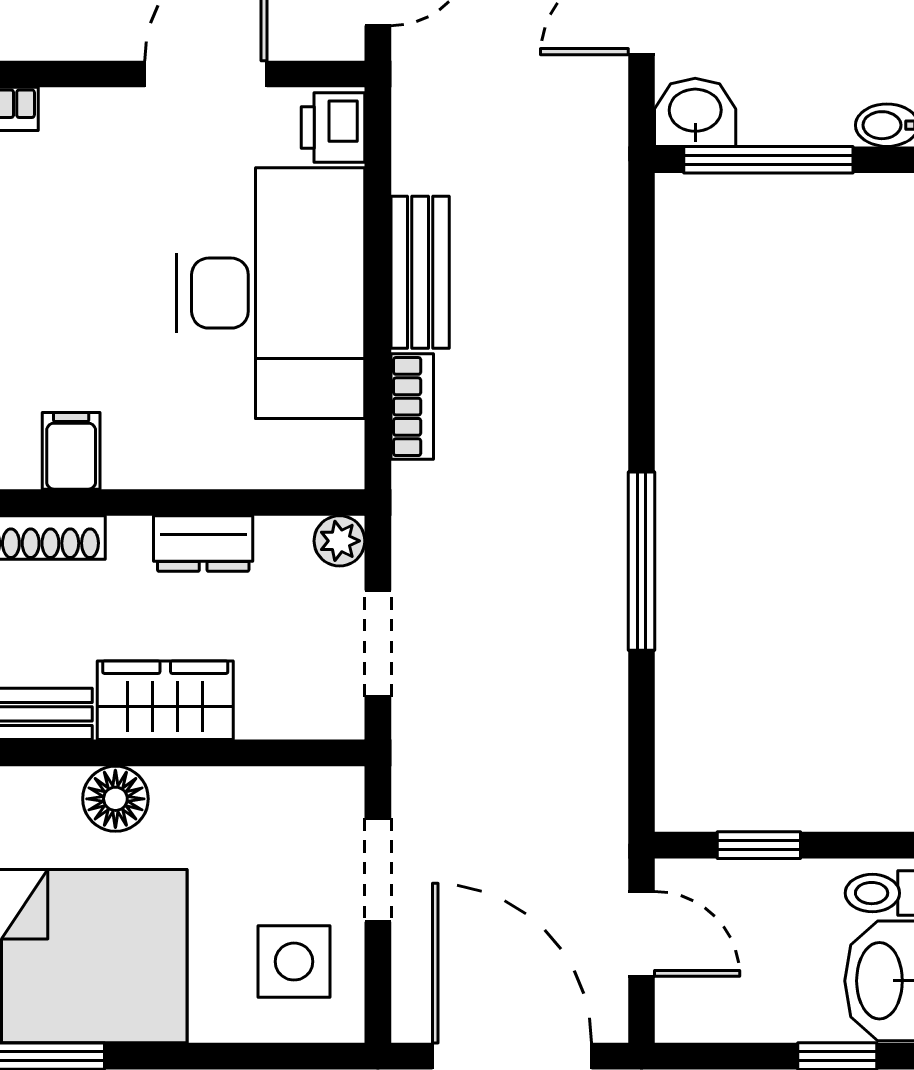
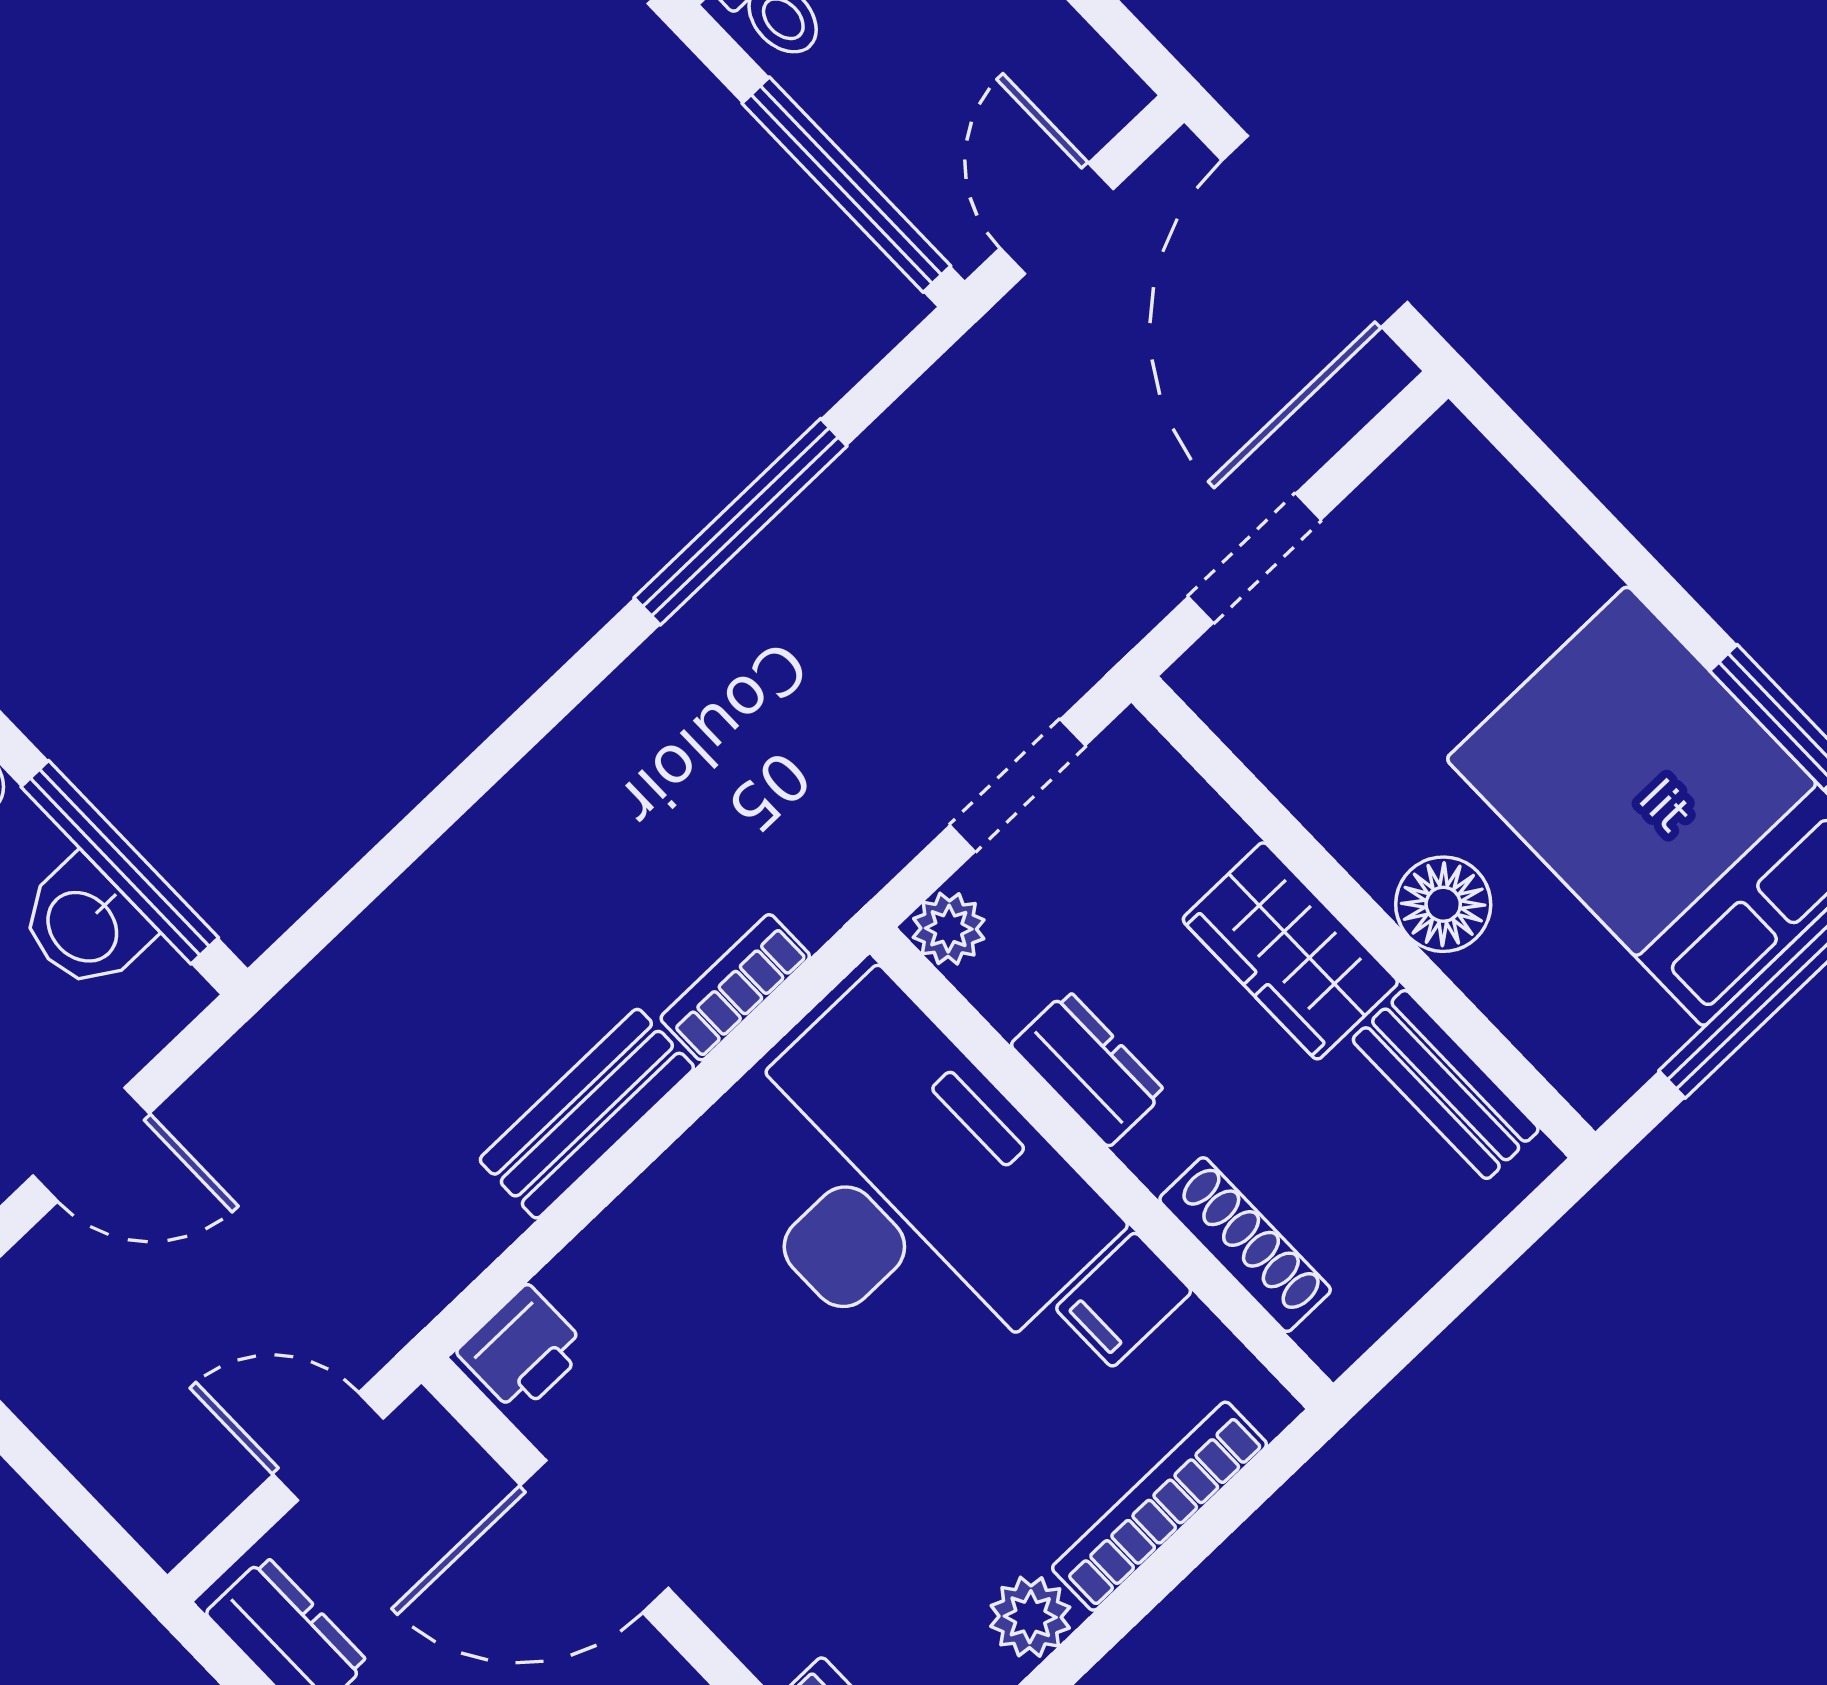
washbasin: (695, 112) -> (84, 925), moved
desk: (271, 293) -> (905, 1188), moved, turned 90
window: (642, 561) -> (740, 522), moved
window: (759, 845) -> (846, 185), width x2.17
side table: (294, 962) -> (1434, 554), removed

